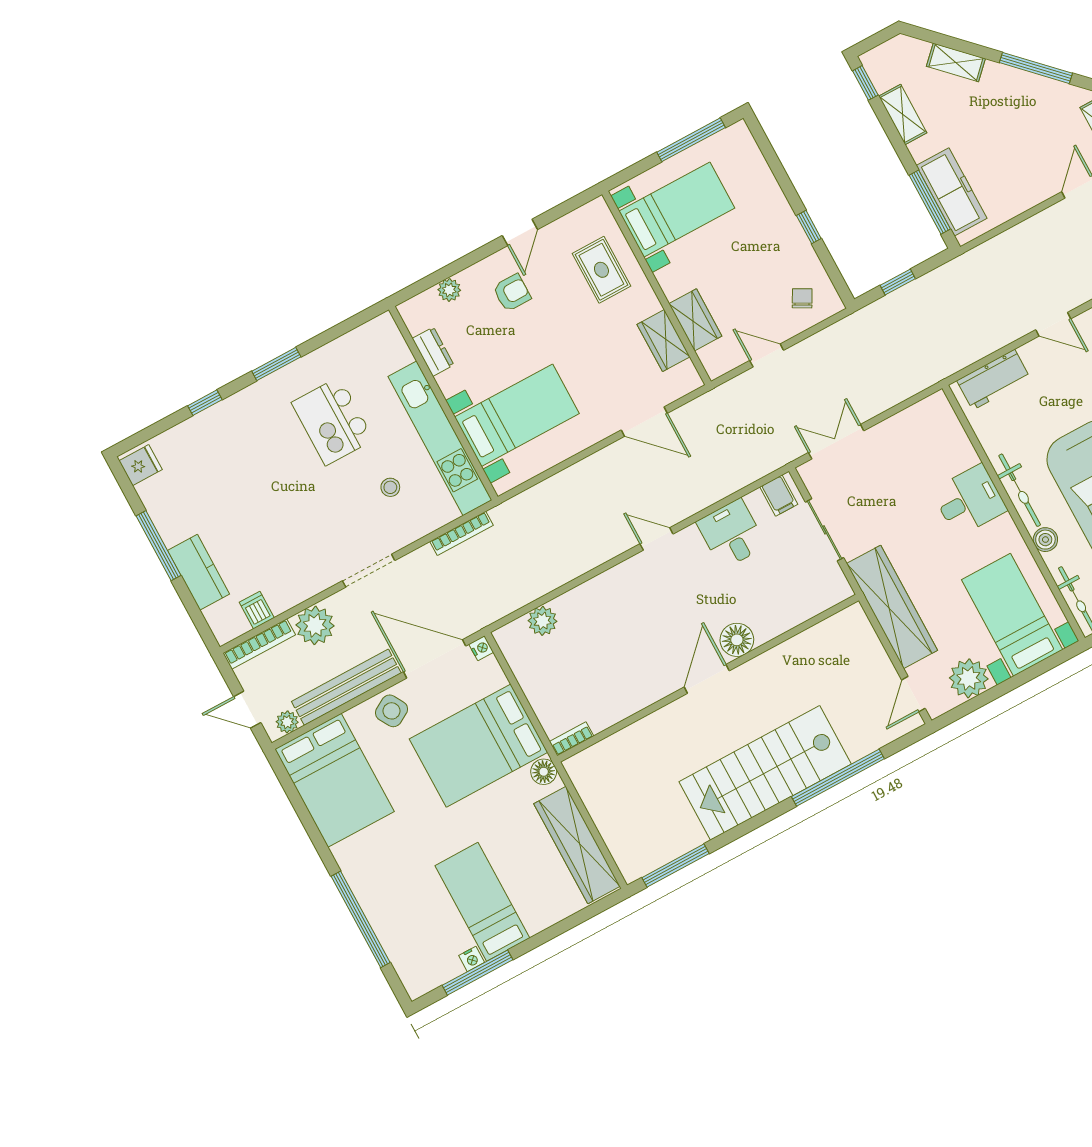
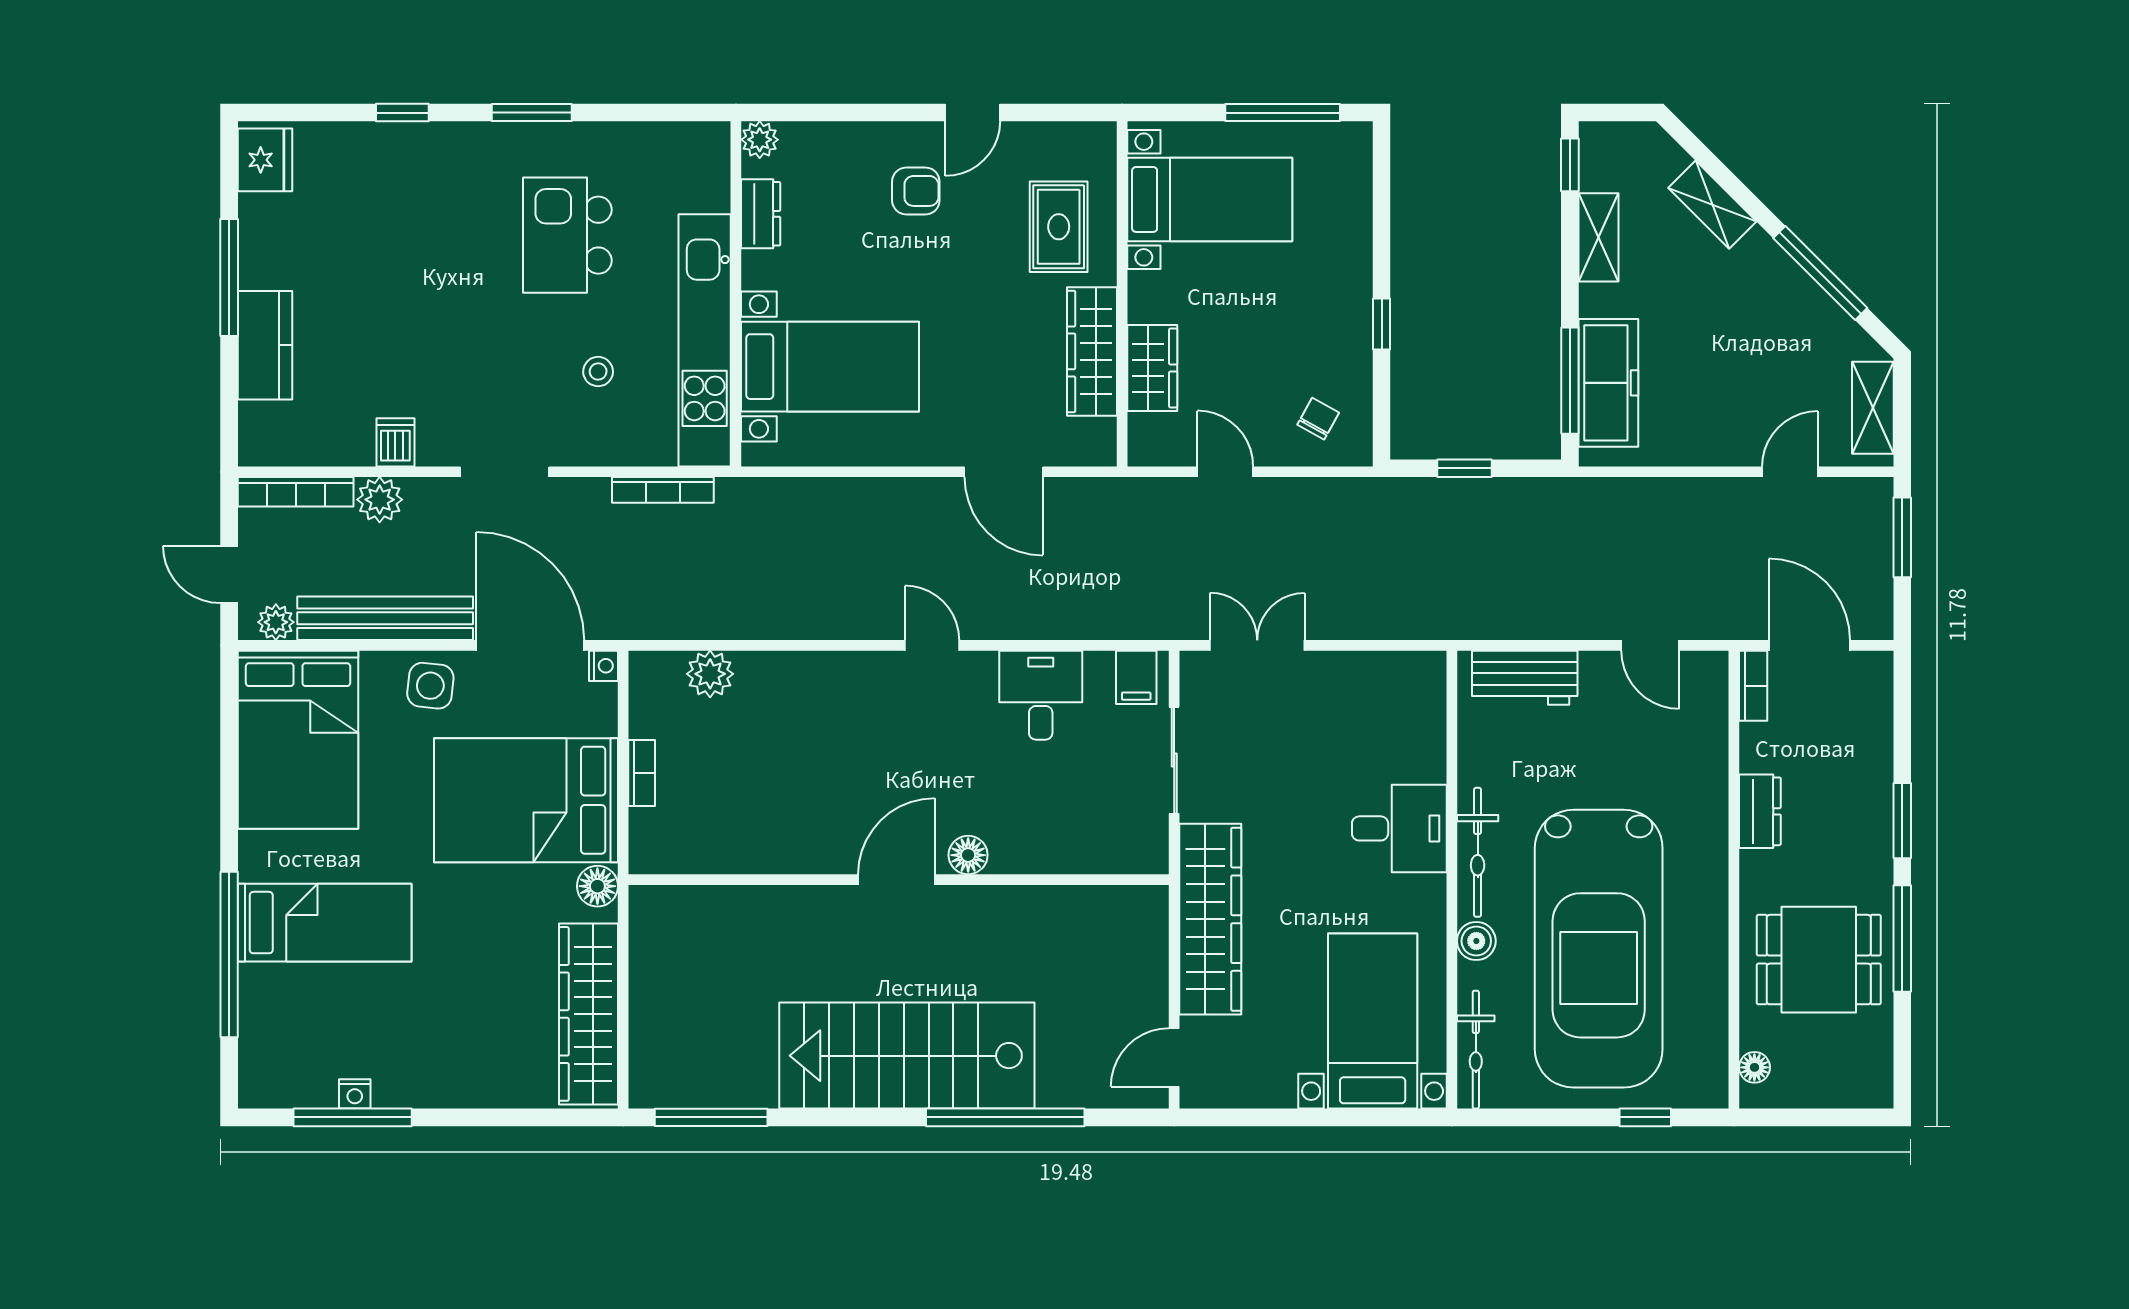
plant: (449, 290) -> (760, 140), moved
wardrobe: (664, 341) -> (1092, 351), width x1.50
fridge: (141, 465) -> (265, 160), width x1.38
dishwasher: (257, 610) -> (395, 442), moved
plant: (315, 625) -> (380, 500), width x0.73, depth x0.73
floor lamp: (737, 640) -> (968, 855), width x0.73, depth x0.73
plant: (969, 678) -> (1264, 1077), removed
side table: (391, 711) -> (430, 686), turned 36
bookcase: (572, 739) -> (642, 773), moved, turned 90
bed: (482, 902) -> (325, 923), moved, turned 90

